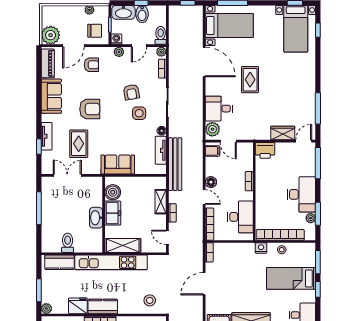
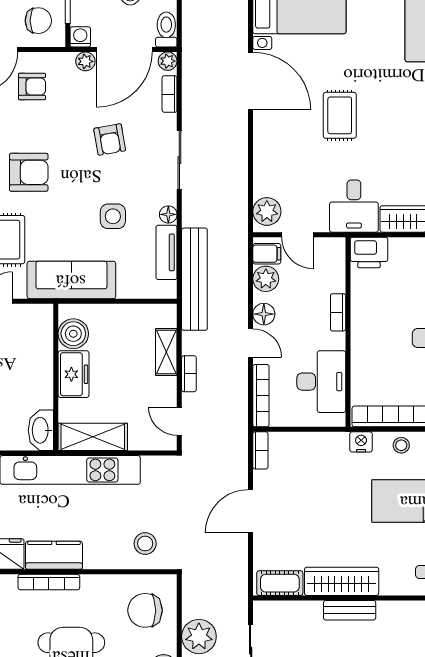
door: (139, 46) -> (124, 49), width x1.88
desk: (219, 109) -> (354, 206), moved, turned -90
side table: (139, 113) -> (113, 216), moved
plant: (212, 164) -> (266, 279), added
sofa: (118, 165) -> (71, 280), width x1.36
washbasin: (96, 218) -> (41, 430), moved

